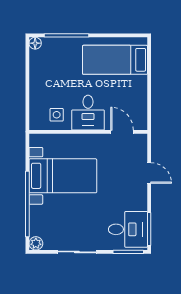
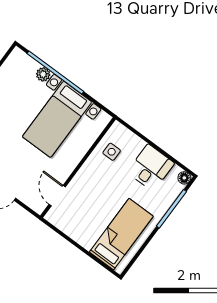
desk: (88, 113) -> (151, 168), moved, turned 90
door: (122, 132) -> (57, 196), swing flipped
plant: (36, 243) -> (43, 74), moved

